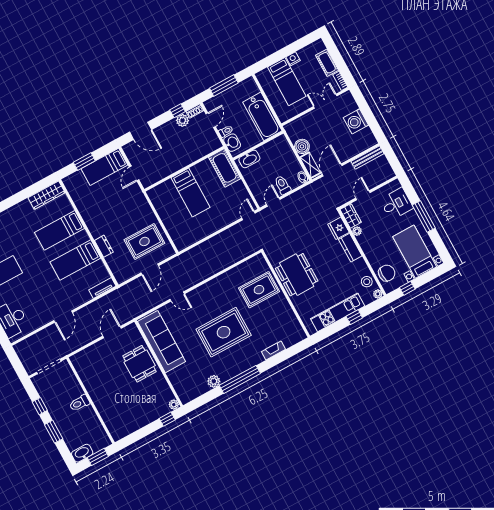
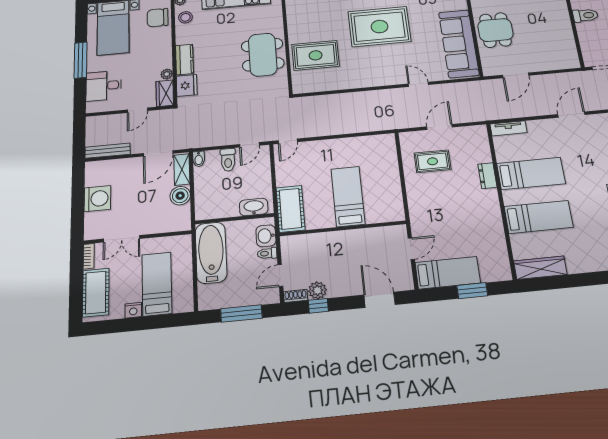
cot: (327, 63) -> (96, 292), width x1.37, depth x1.34
rug: (144, 241) -> (433, 161), width x0.73, depth x0.70

